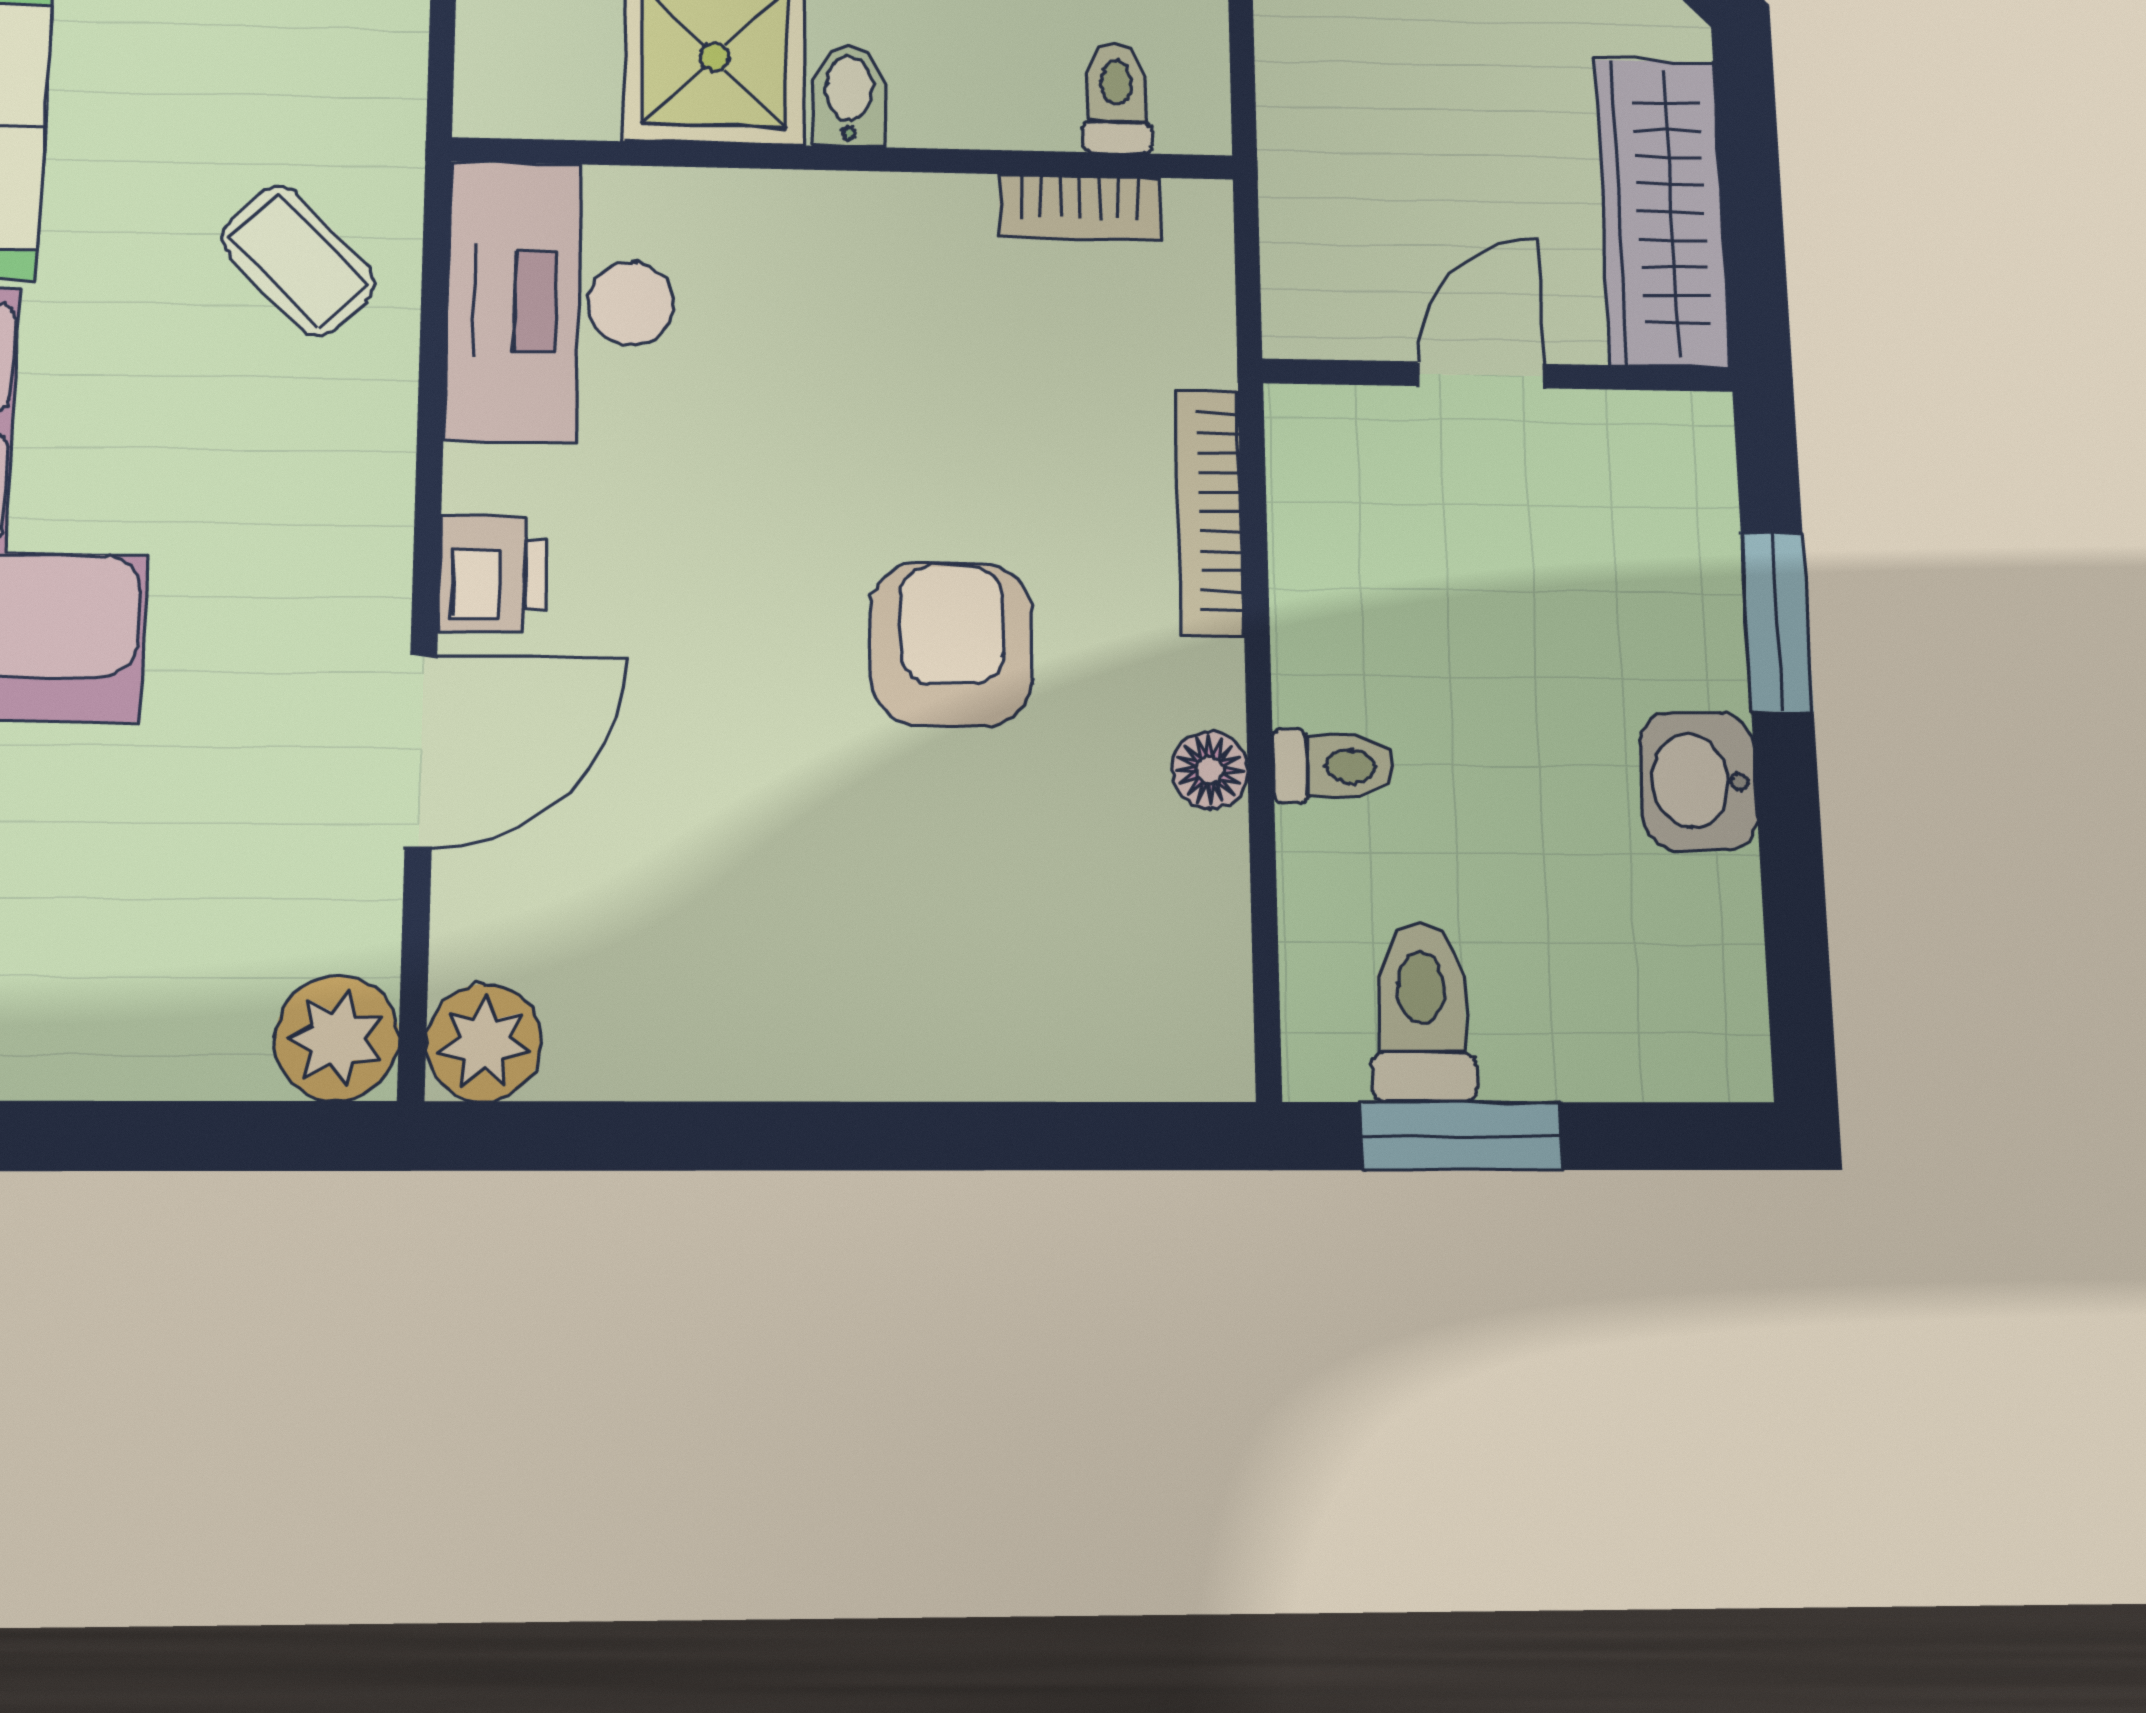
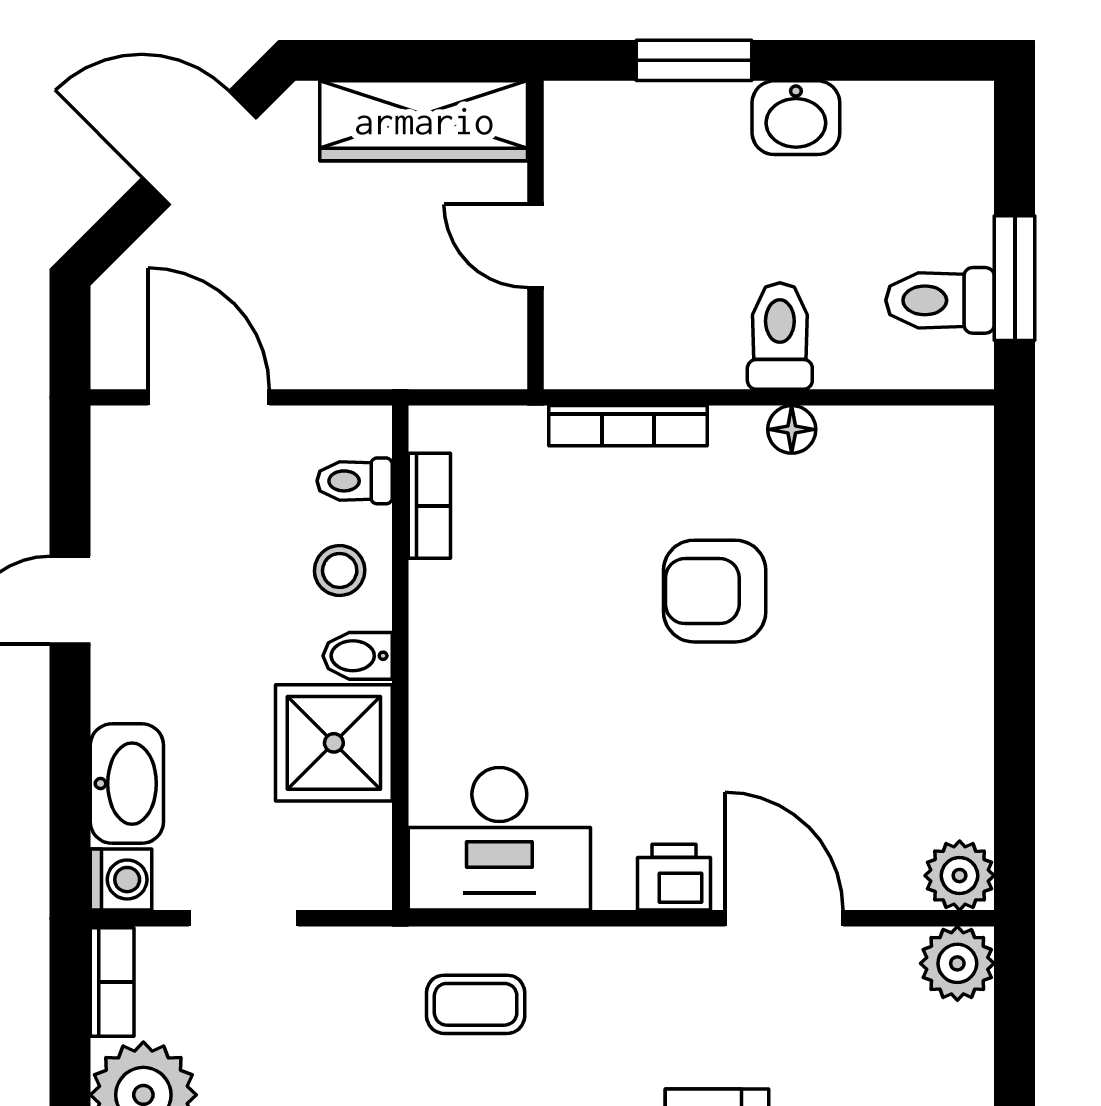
stool: (980, 72) -> (340, 571), added
coffee table: (298, 261) -> (476, 1004), turned 45
toilet: (1334, 766) -> (780, 336), width x1.37, depth x1.39

